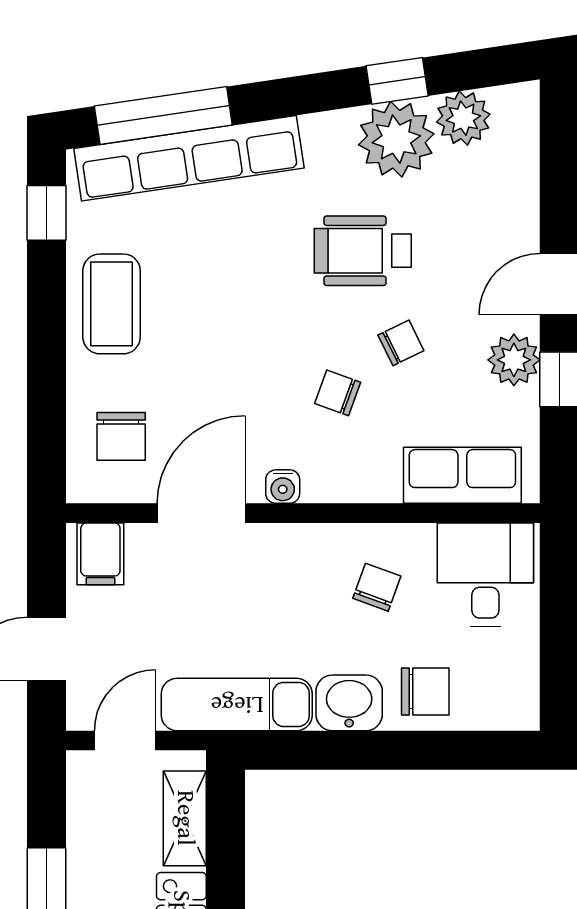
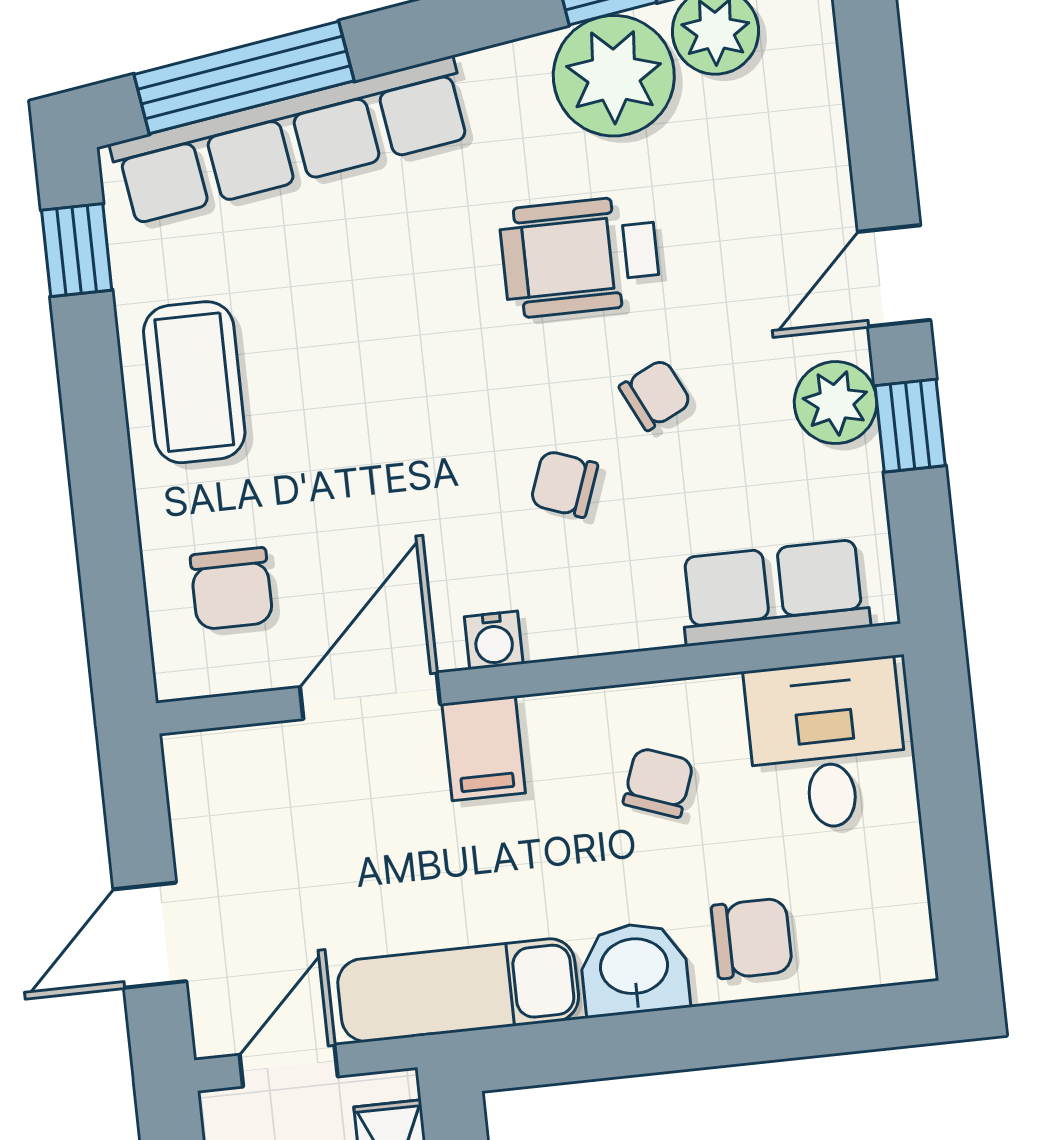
filing cabinet: (100, 554) -> (484, 748), moved

